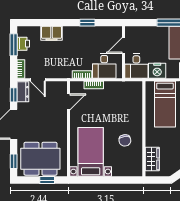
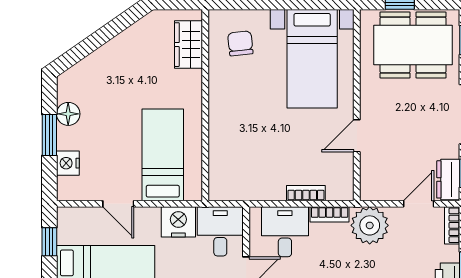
plant: (62, 69) -> (370, 225), added
door: (38, 80) -> (419, 204), hinge flipped
door: (68, 102) -> (357, 136), moved
chair: (125, 140) -> (240, 43), moved

